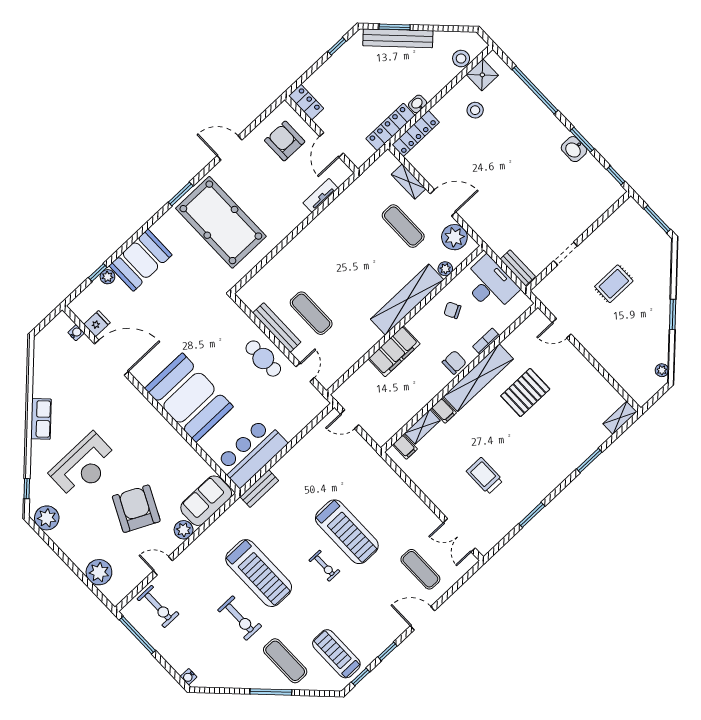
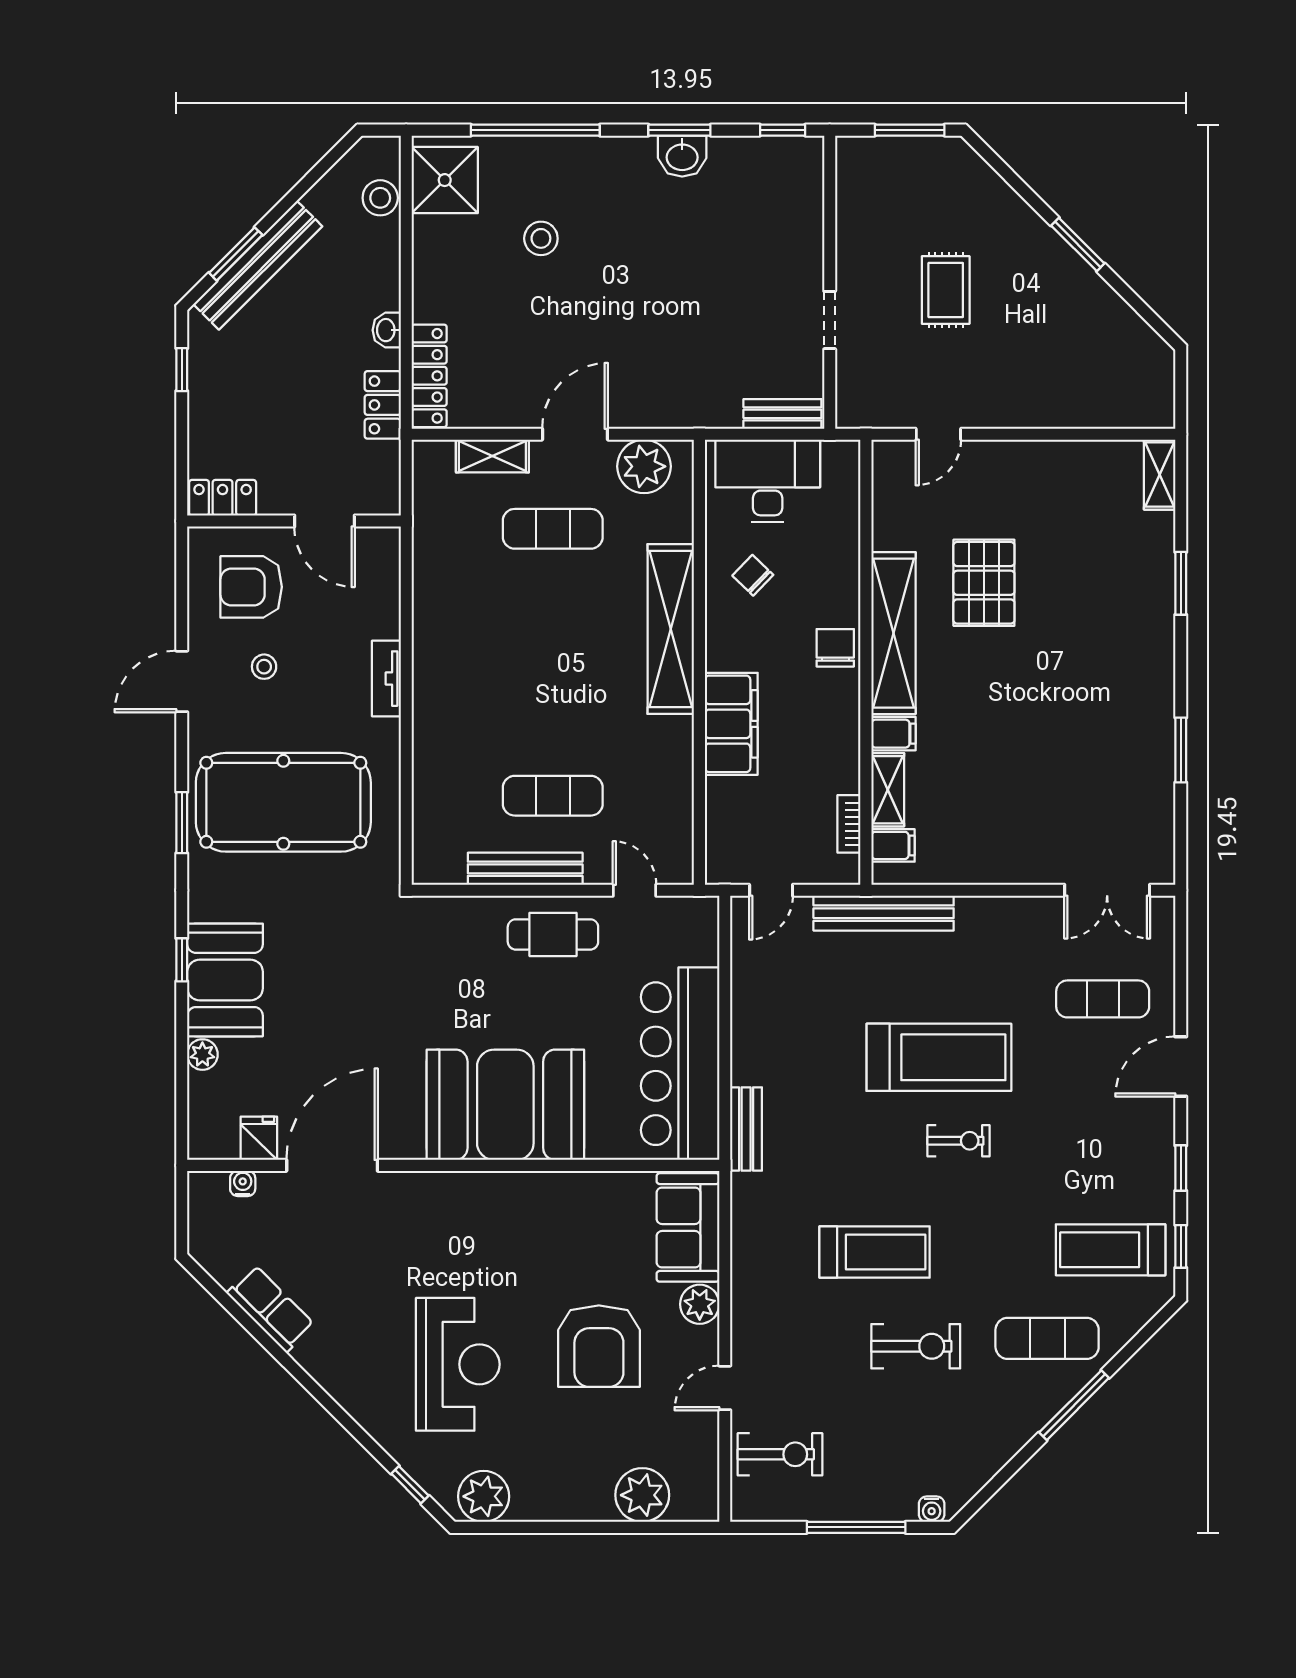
shower: (482, 75) -> (445, 180), width x1.36, depth x1.36
stool: (475, 110) -> (541, 238), moved
locker: (390, 127) -> (383, 405), width x0.66
stool: (261, 171) -> (264, 667), added
tv unit: (321, 195) -> (386, 679), moved
plant: (445, 269) -> (679, 526), removed
window: (98, 272) -> (182, 960), moved
chair: (452, 310) -> (753, 575), turned 72
bookcase: (486, 341) -> (849, 824), moved
plant: (662, 370) -> (1148, 342), removed
row of seats: (41, 419) -> (271, 1309), moved
bar counter: (251, 453) -> (680, 1064), width x1.36
bench: (378, 466) -> (884, 913), added
trolley: (485, 476) -> (1053, 765), removed
armchair: (136, 509) -> (599, 1346), turned -116
treadmill: (259, 573) -> (875, 1252), width x0.73, depth x0.73
window: (137, 635) -> (856, 1527), moved

